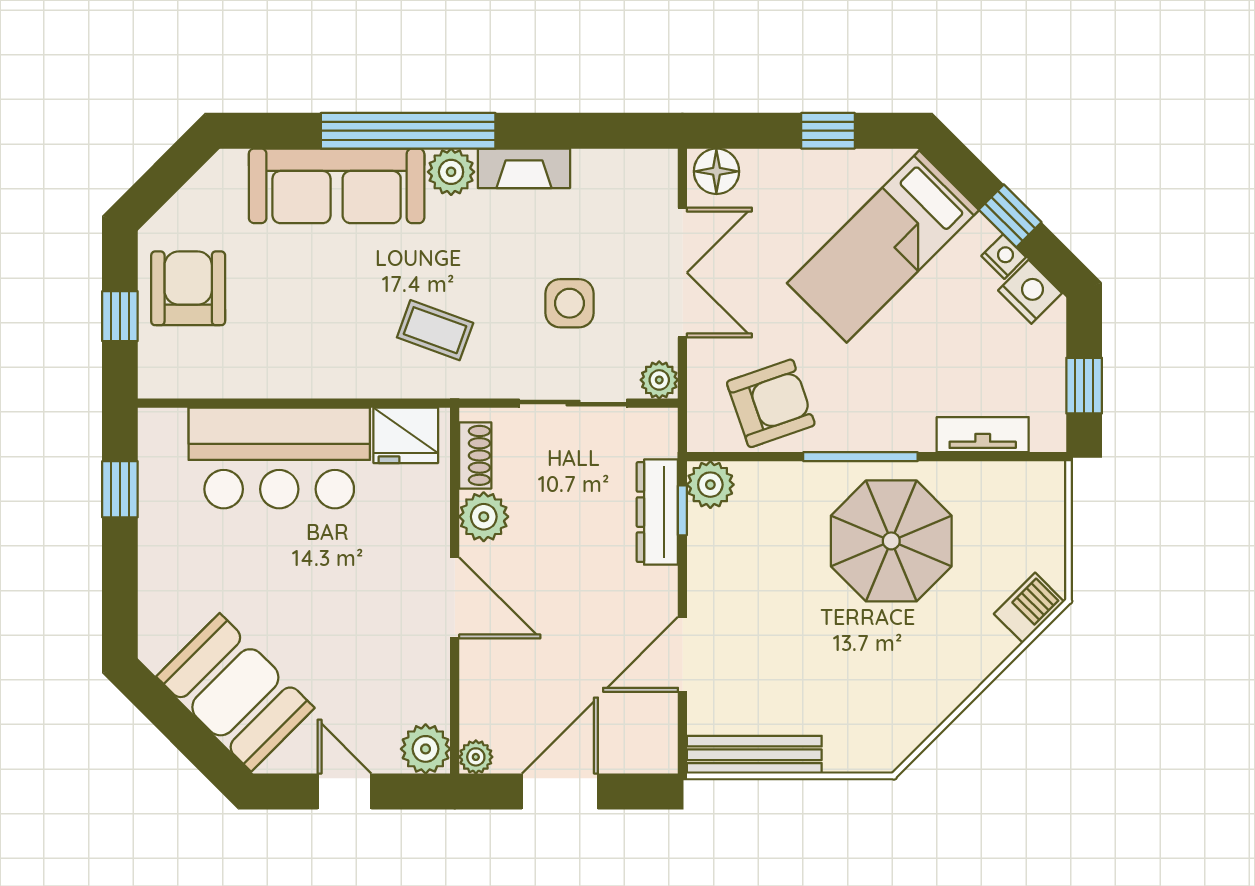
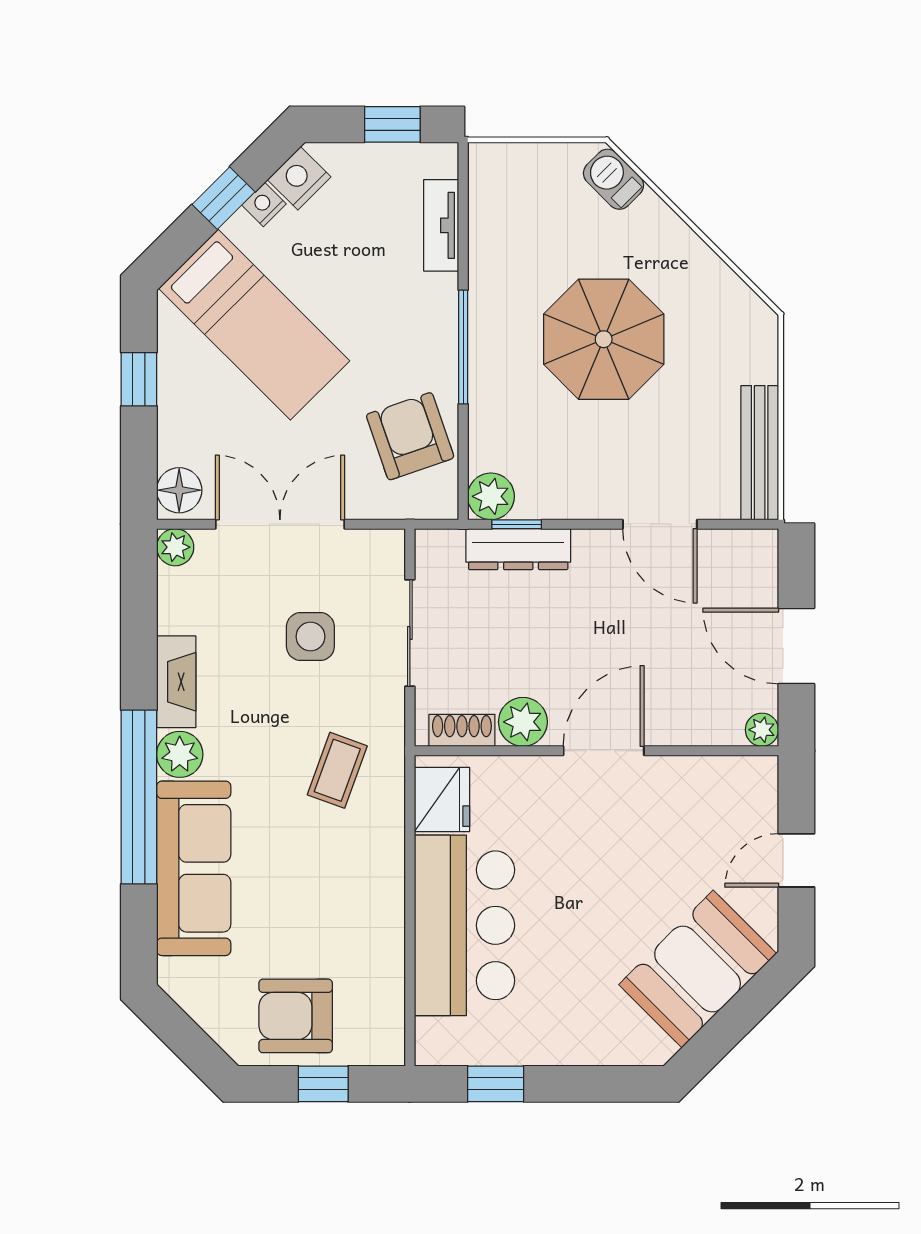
plant: (659, 380) -> (175, 547), moved
parasol: (891, 541) -> (604, 339), moved
plant: (426, 749) -> (754, 780), removed

